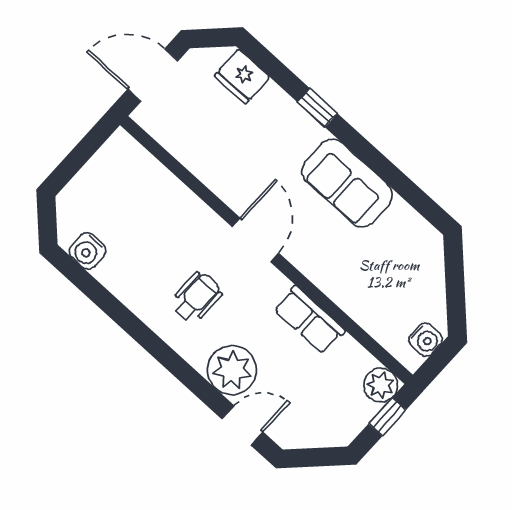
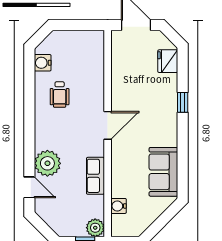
sofa: (347, 183) -> (163, 172), moved
wheelchair: (196, 298) -> (60, 95), moved, turned 90
water cooler: (426, 340) -> (119, 206), moved, turned 90

